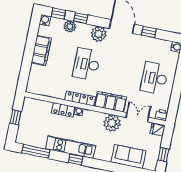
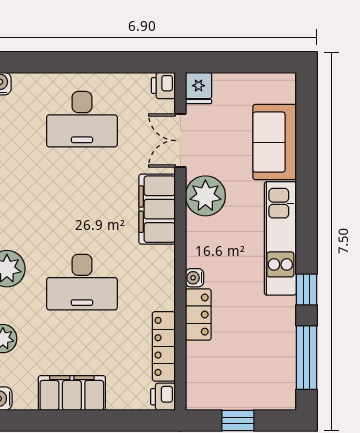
printer: (32, 88) -> (163, 397), added
locker: (80, 98) -> (164, 346), moved
kitchen unit: (71, 147) -> (280, 238), moved
window: (164, 155) -> (254, 62), removed
window: (76, 159) -> (306, 289), moved

